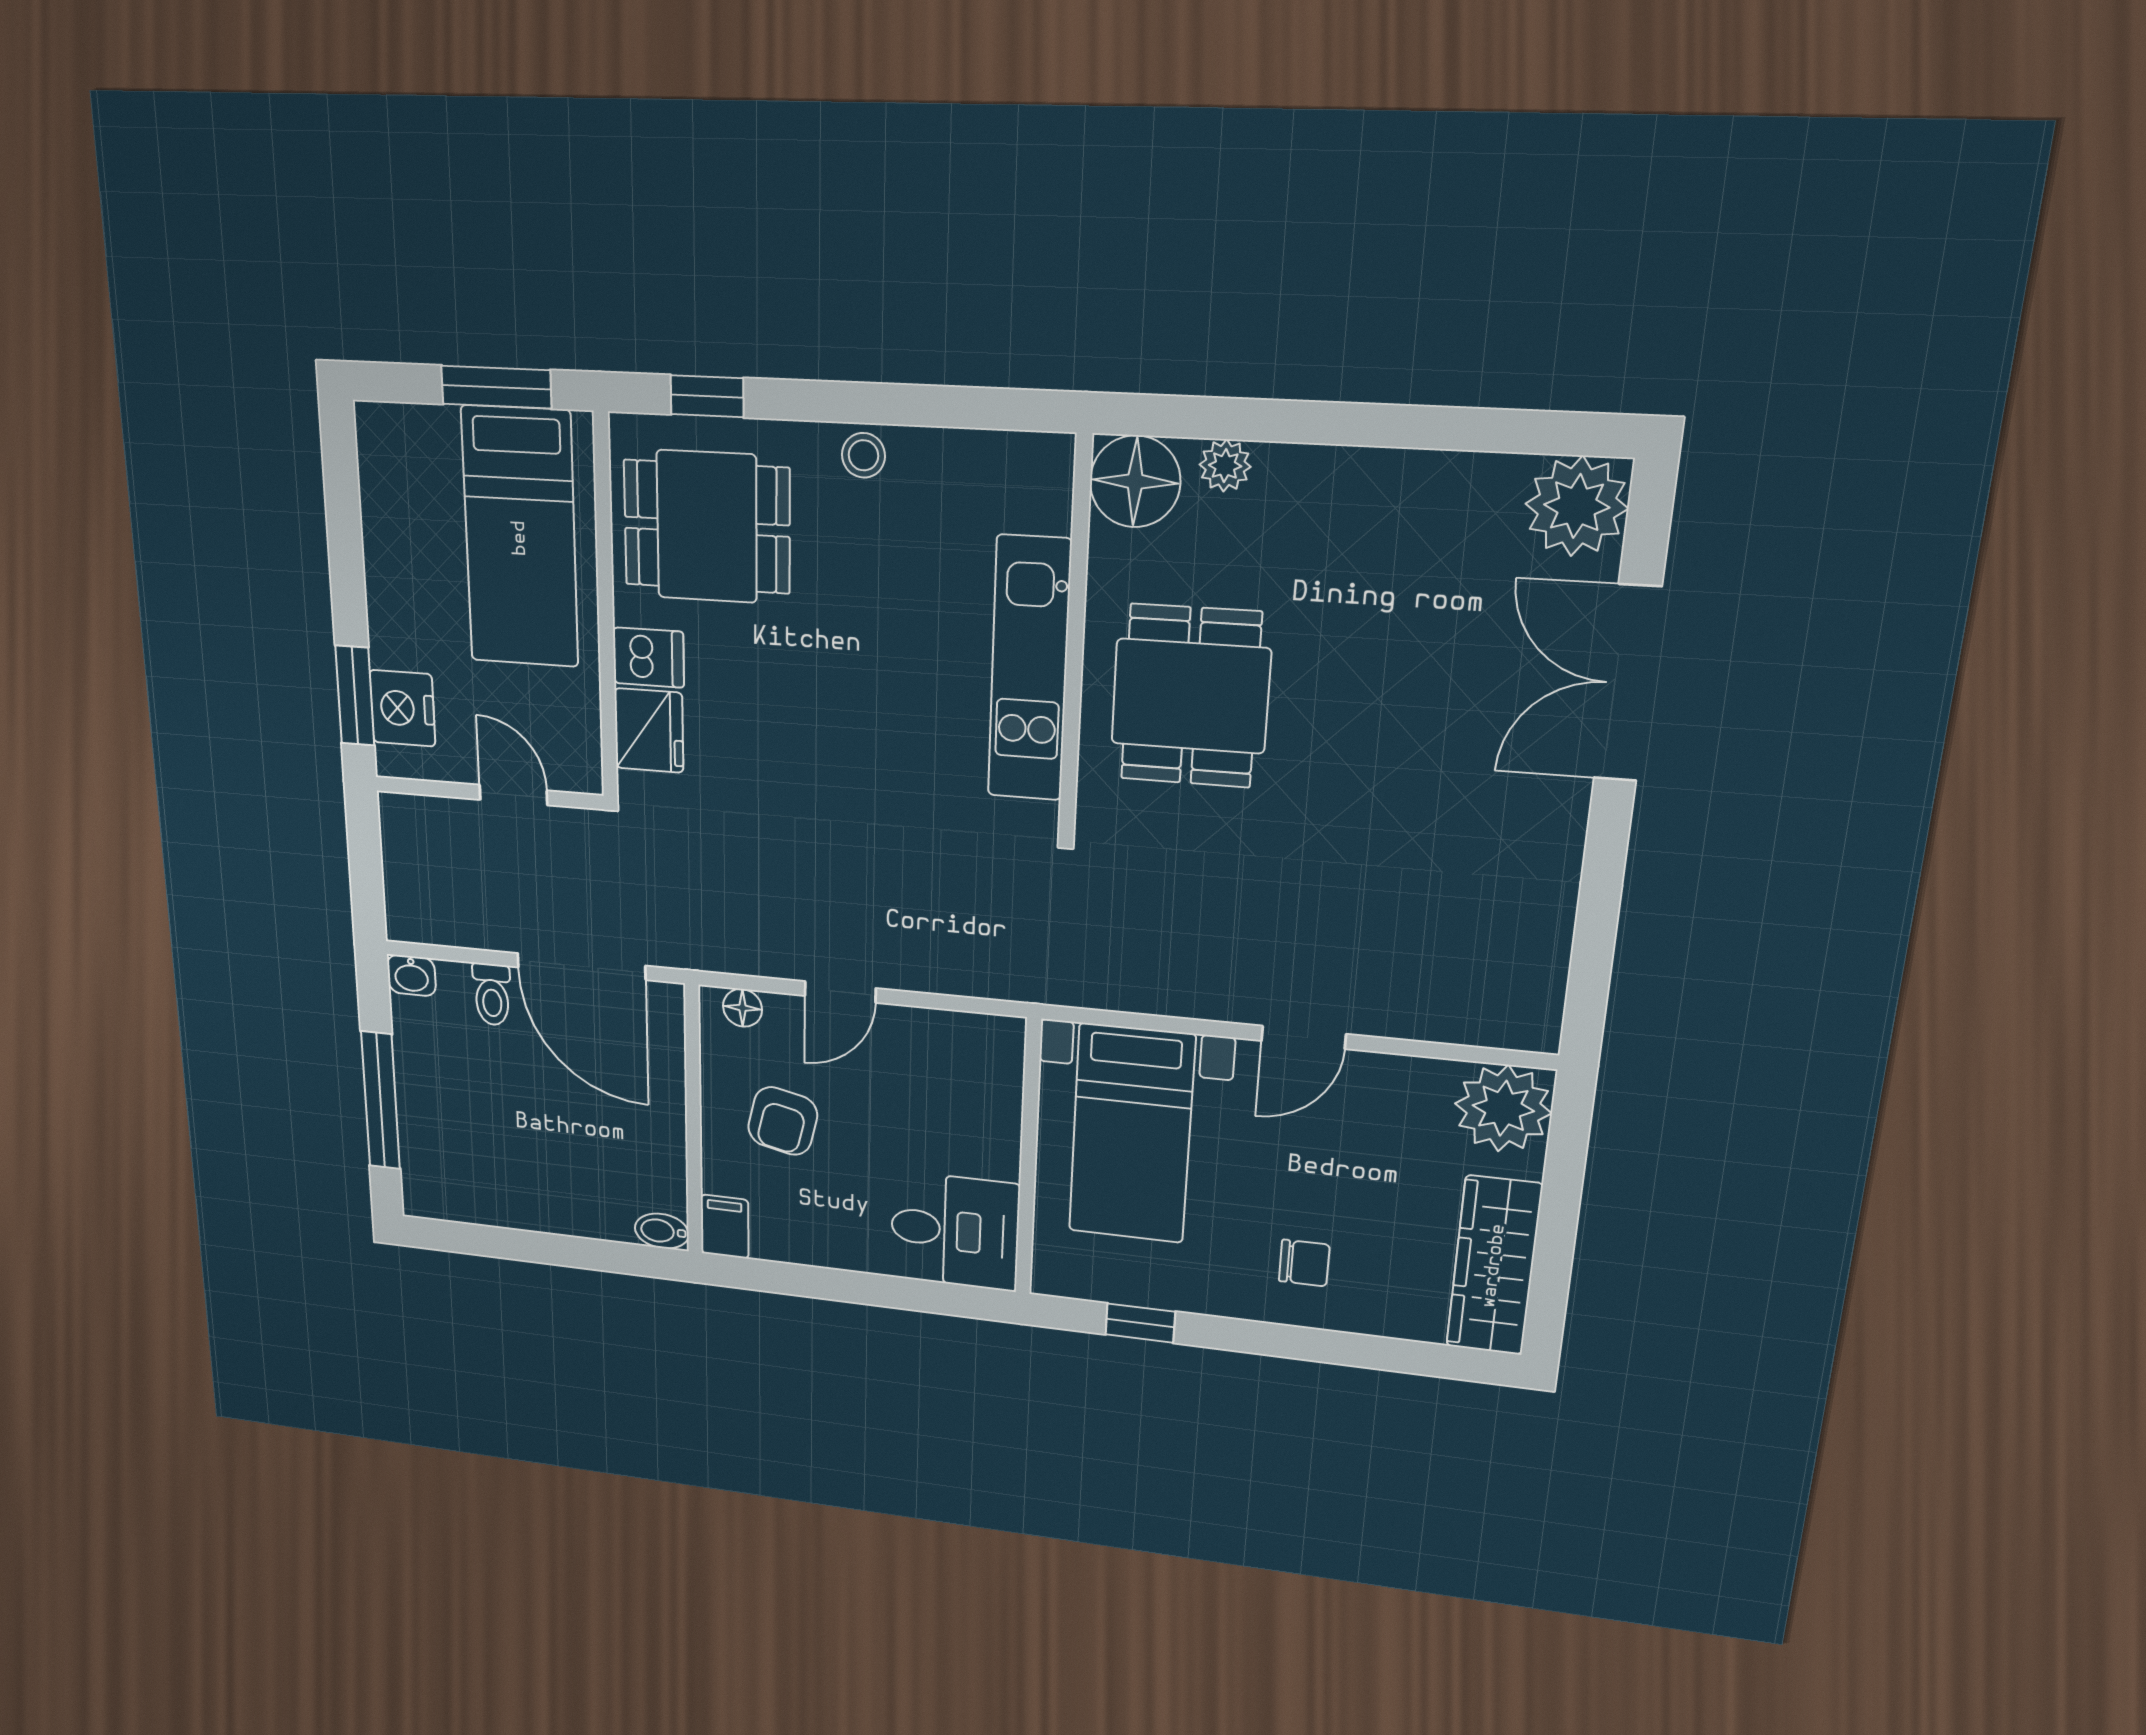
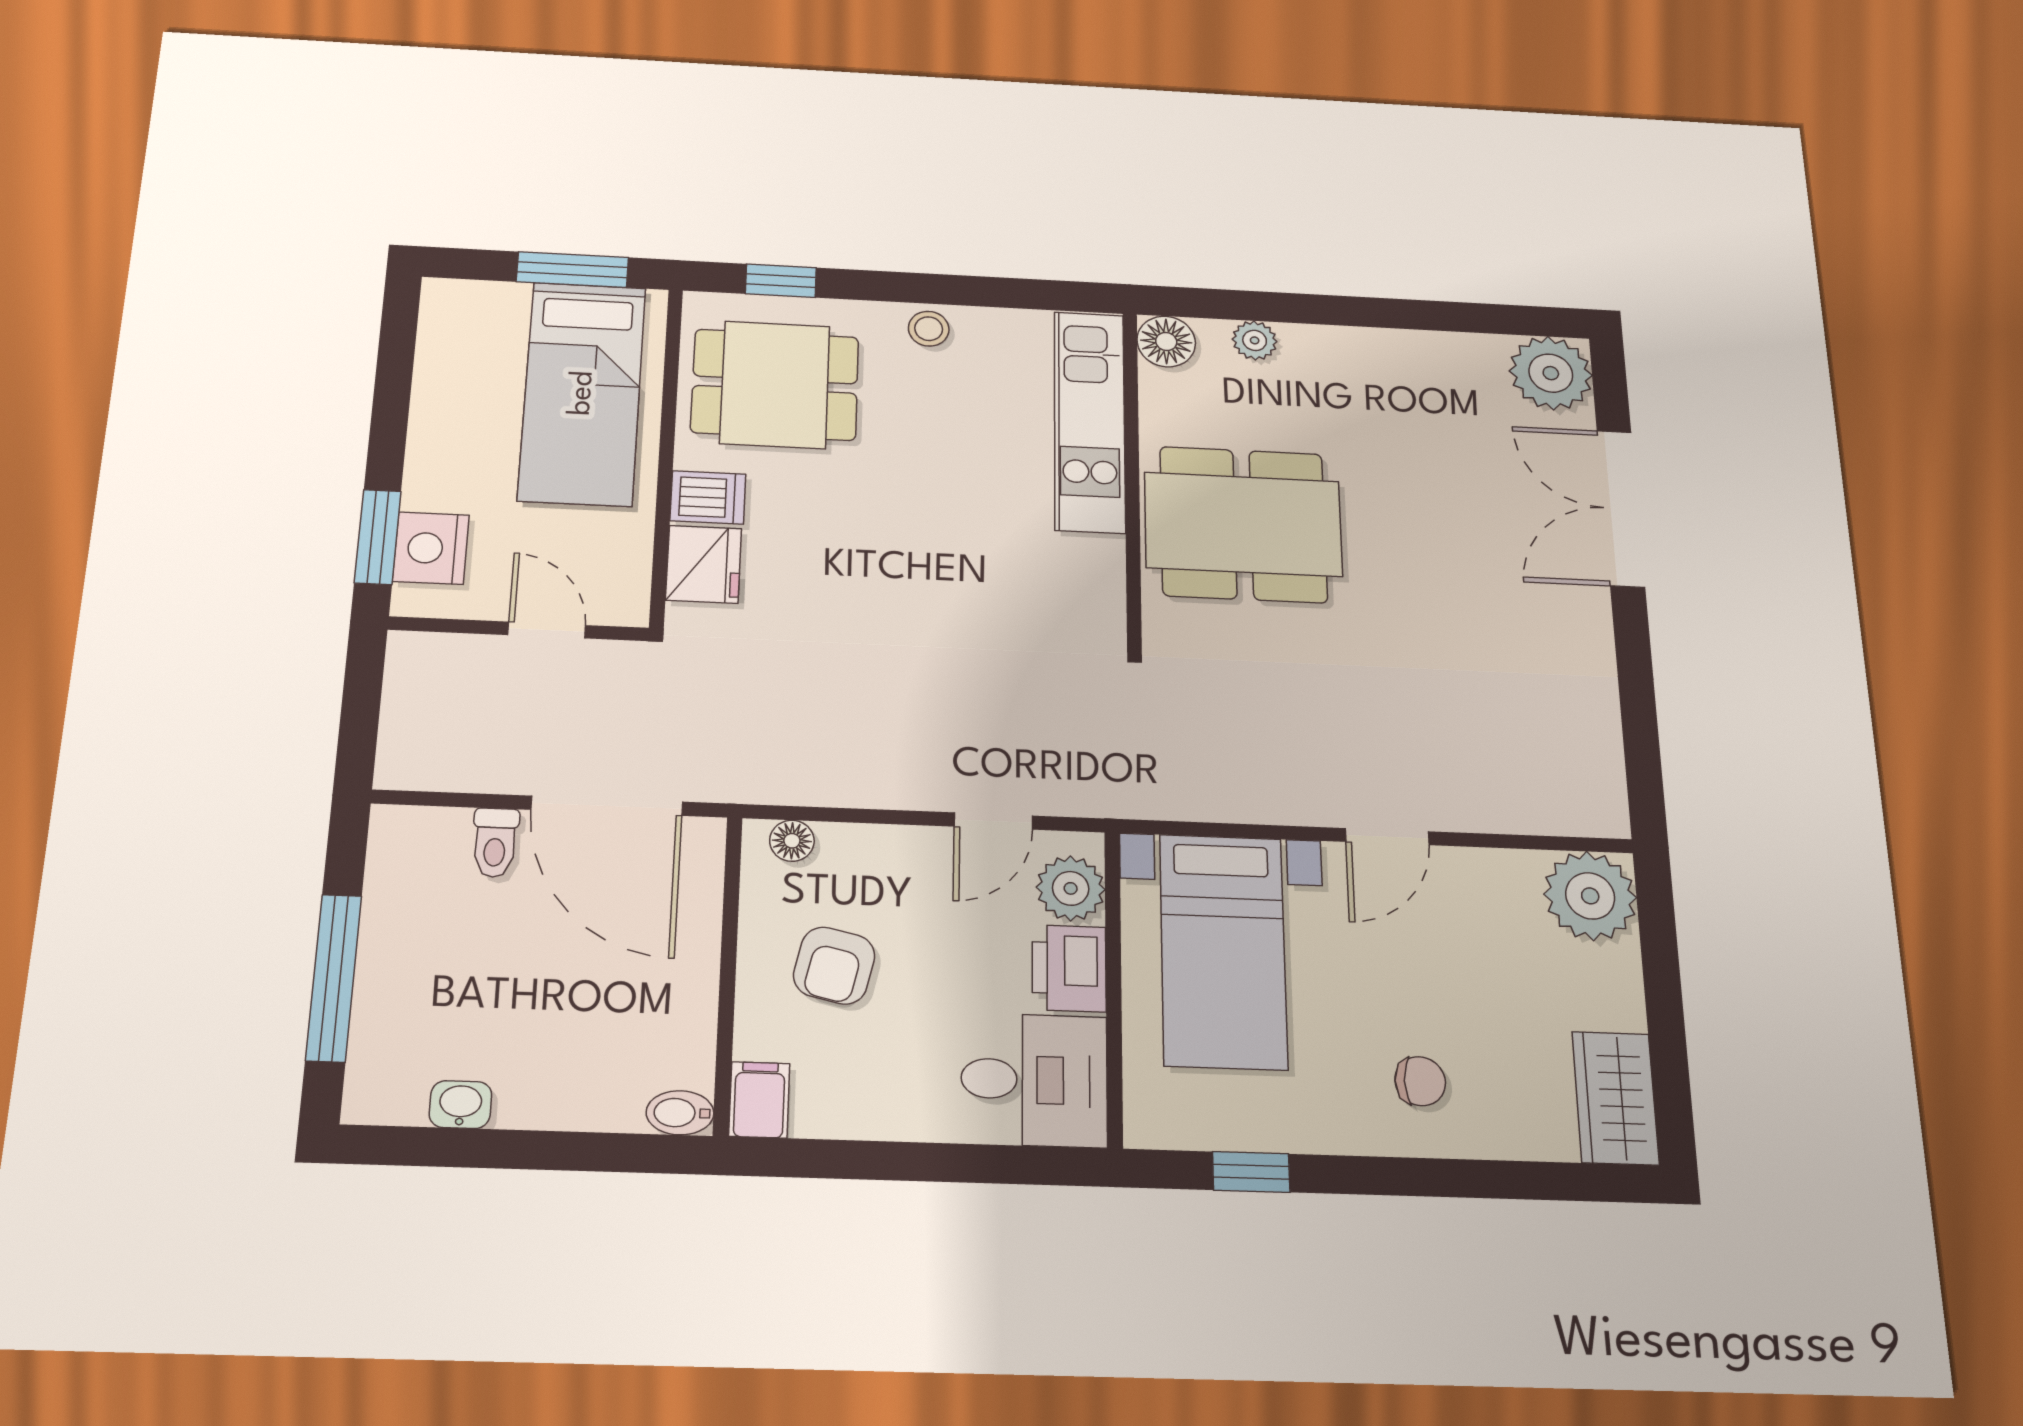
floor lamp: (1135, 481) -> (1166, 342), width x0.73, depth x0.73
kitchen unit: (1029, 669) -> (1090, 421), moved
dining table: (1191, 696) -> (1243, 524), width x1.38
washbasin: (411, 975) -> (460, 1105), moved, turned 180
door: (840, 992) -> (993, 821), moved
plant: (993, 1067) -> (1071, 888), added
printer: (989, 1139) -> (1069, 968), added
wardrobe: (1494, 1266) -> (1615, 1098), width x0.67

